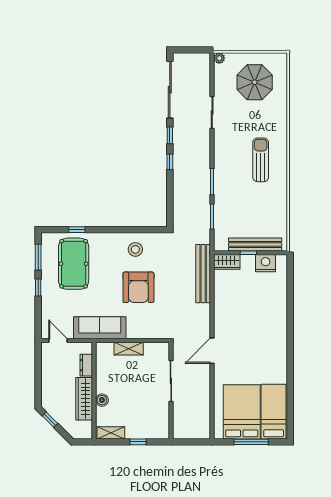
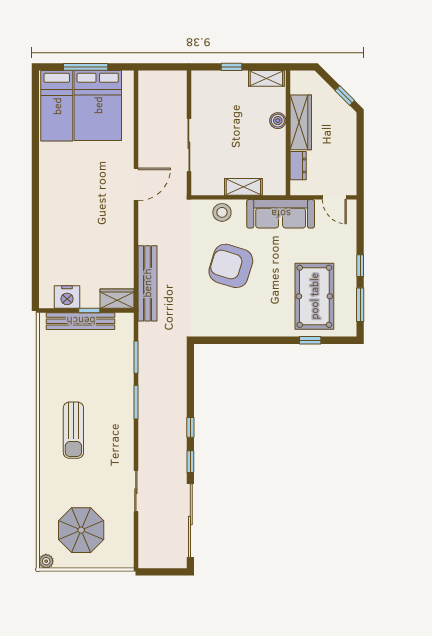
plant: (219, 58) -> (46, 561), moved
stool: (135, 249) -> (222, 212), moved
armchair: (138, 287) -> (231, 266), turned -73

